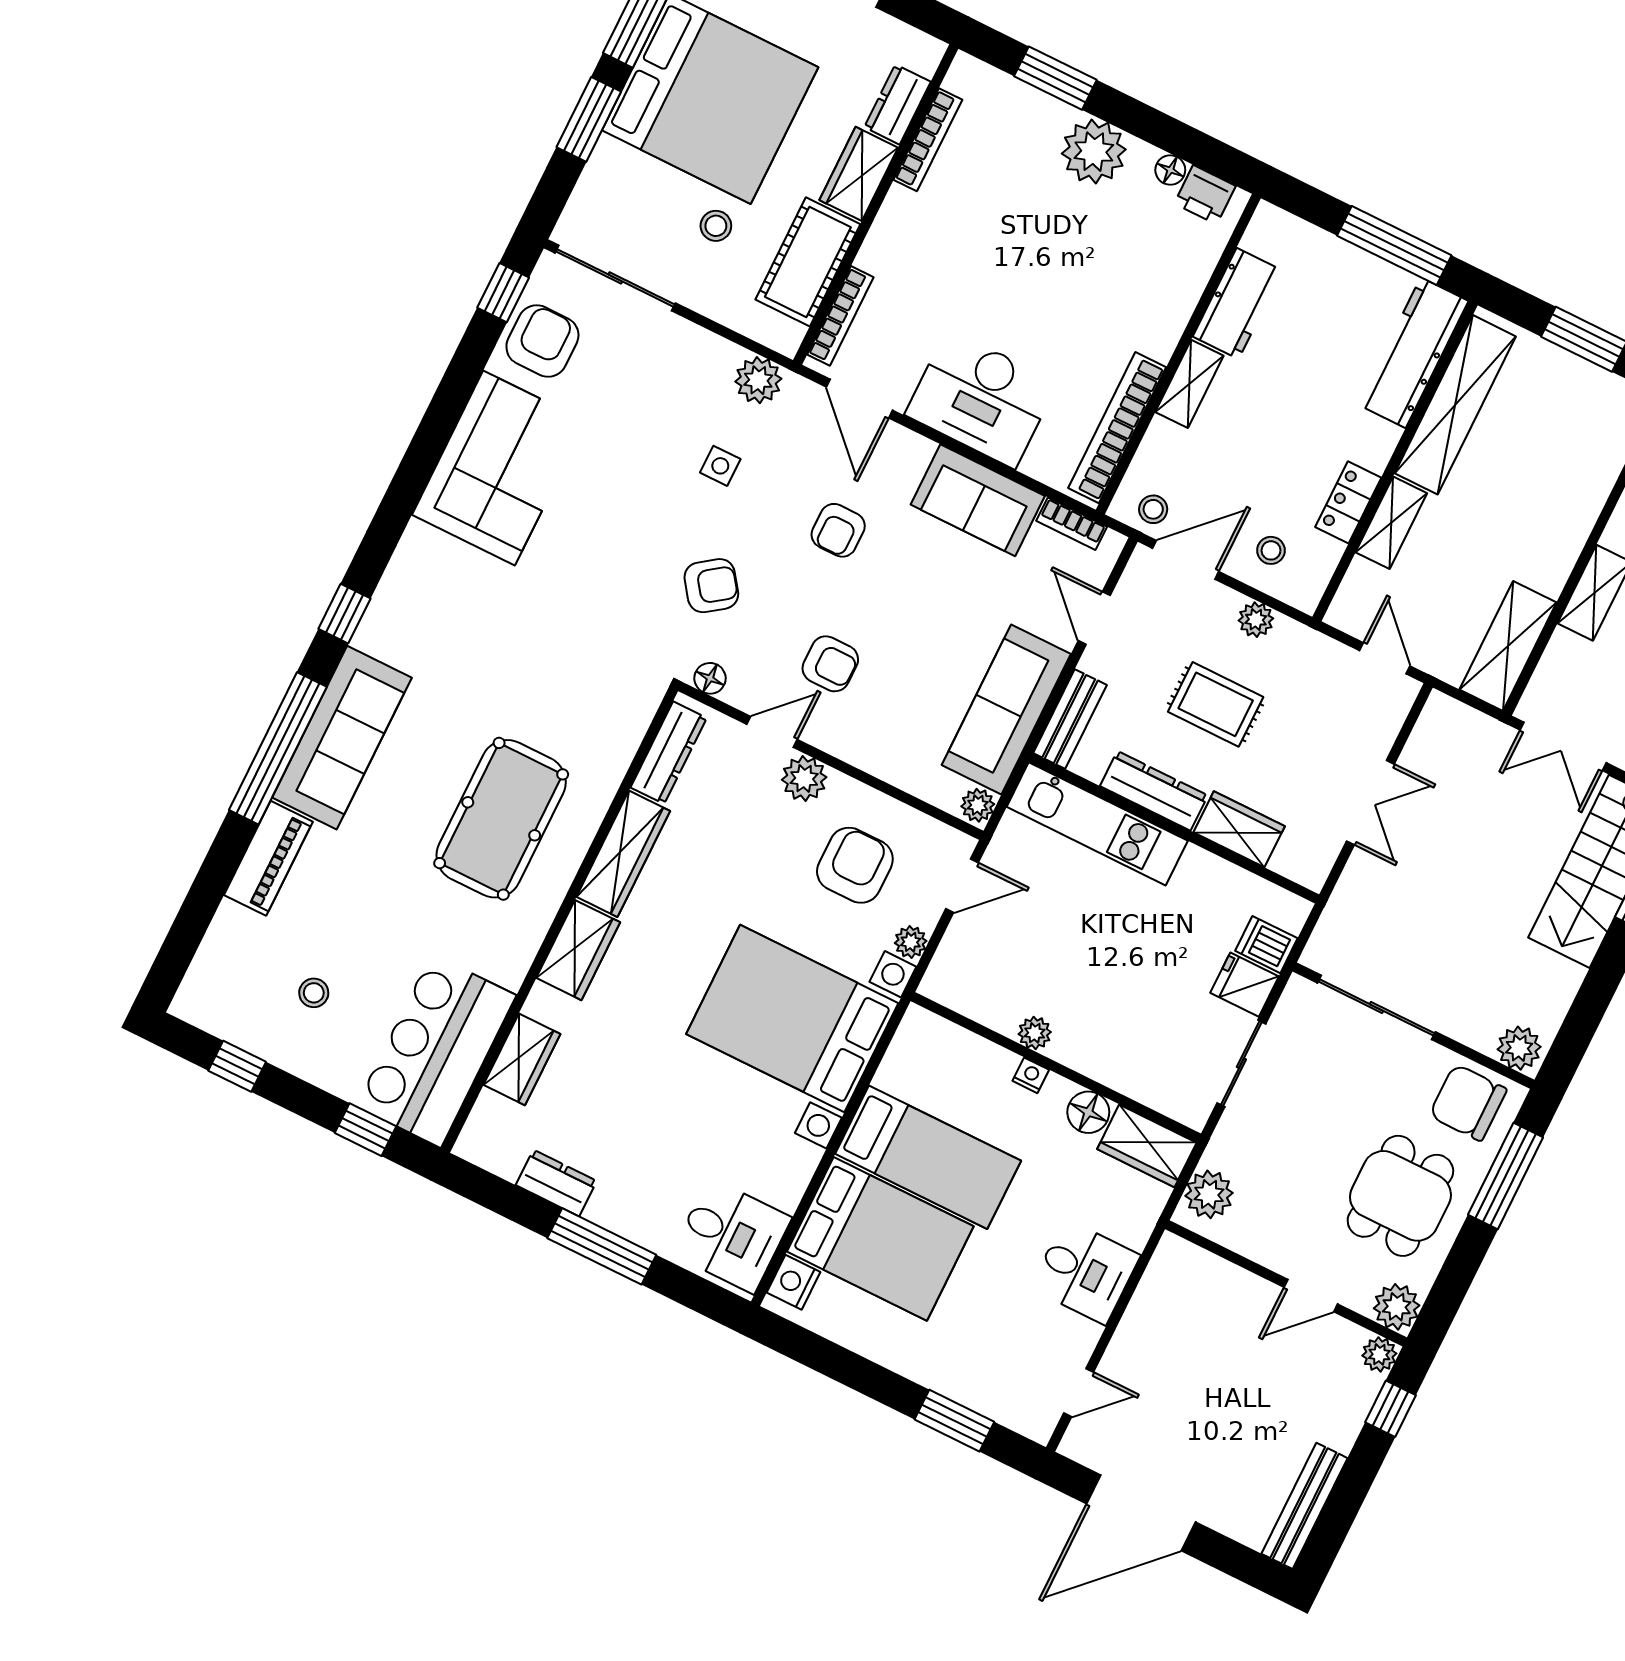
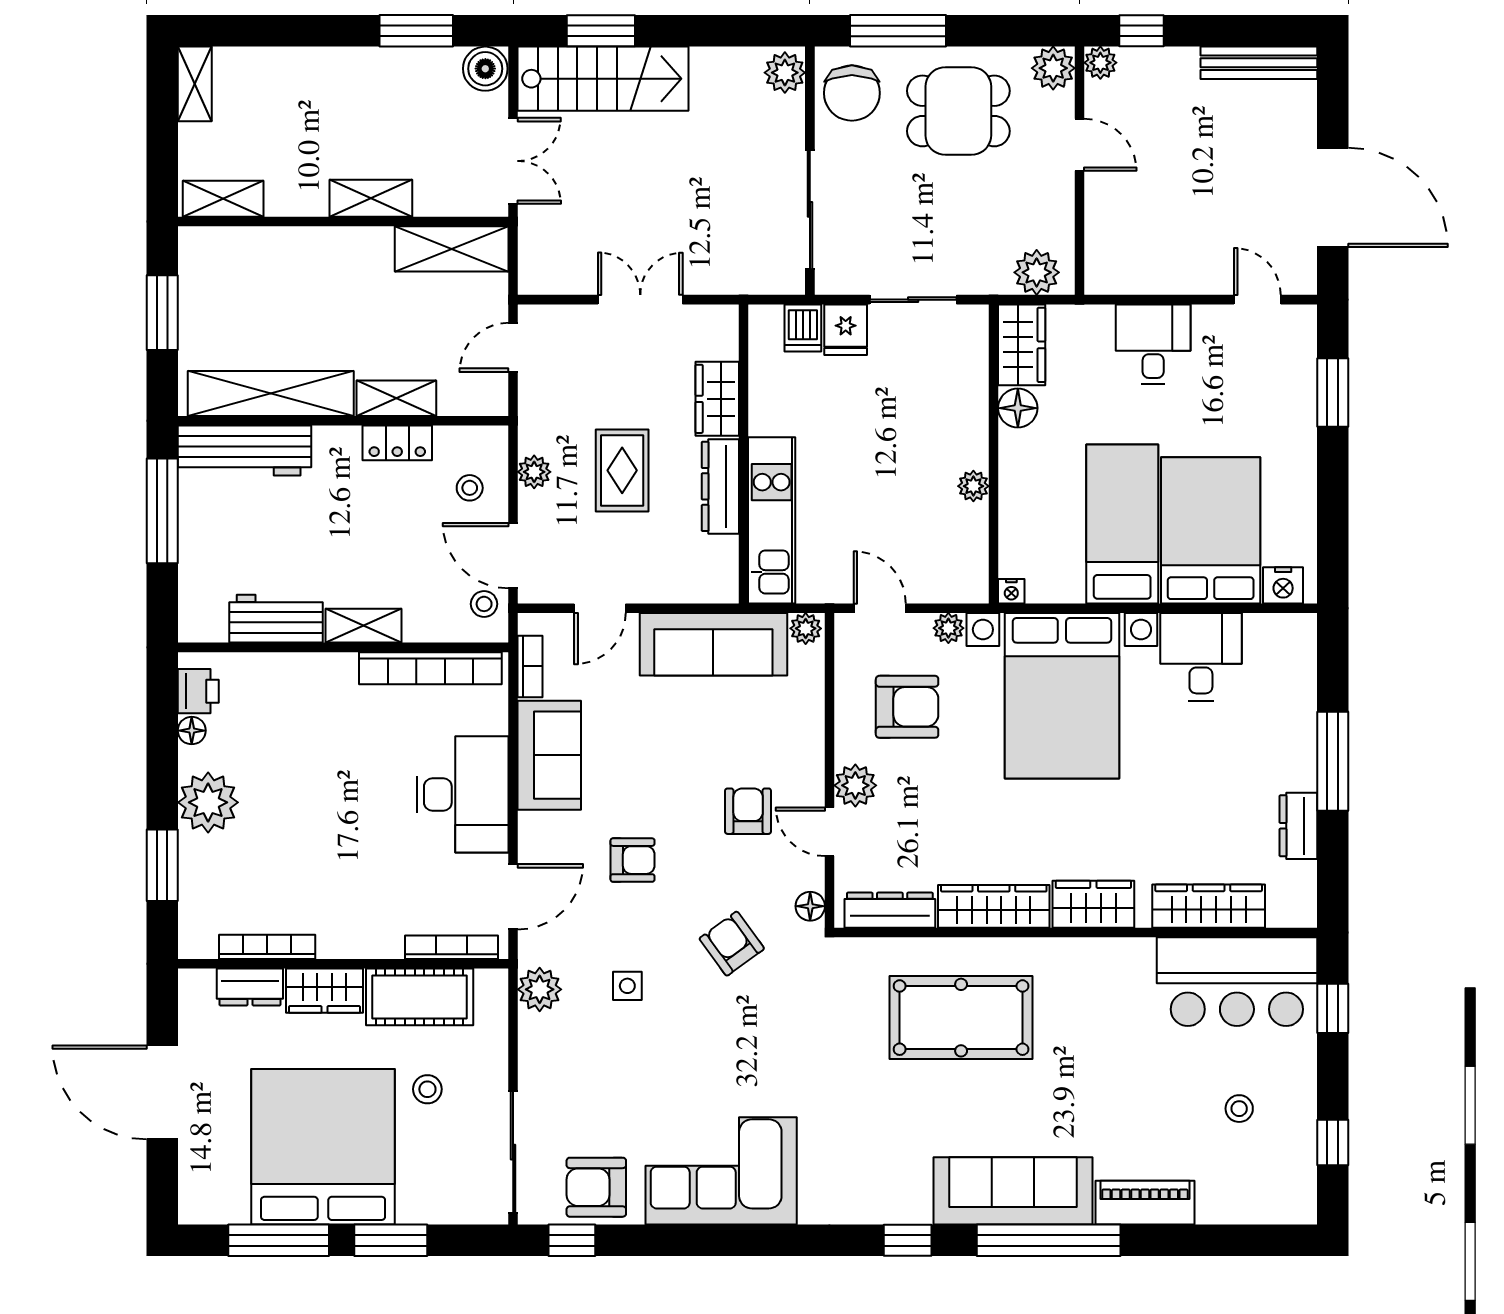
bench: (1070, 719) -> (695, 587), removed
pool table: (501, 819) -> (961, 1018), moved
armchair: (855, 865) -> (907, 707), turned 180
wardrobe: (522, 1059) -> (1209, 906), width x1.50
nightstand: (1031, 1075) -> (1011, 591), moved, turned -90
desk: (731, 1236) -> (1201, 657), moved

